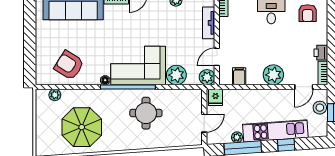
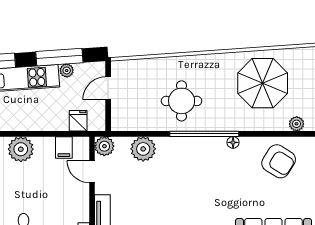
door: (217, 57) -> (92, 172), swing flipped
corner sofa: (138, 65) -> (191, 161), removed
fridge: (216, 97) -> (78, 121), moved

